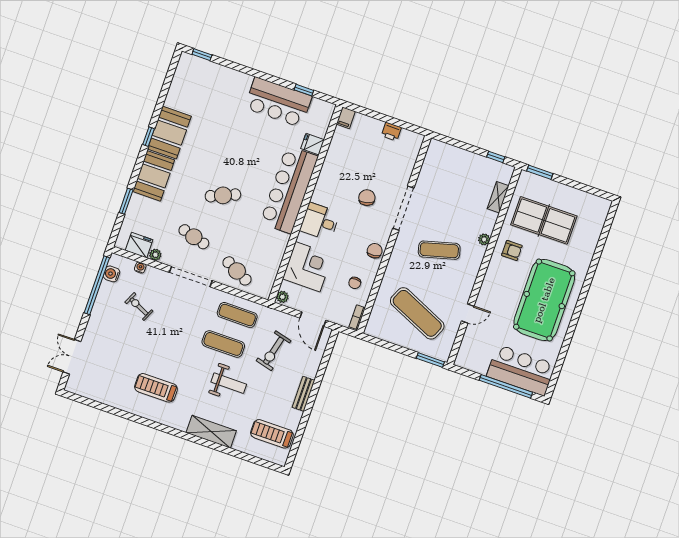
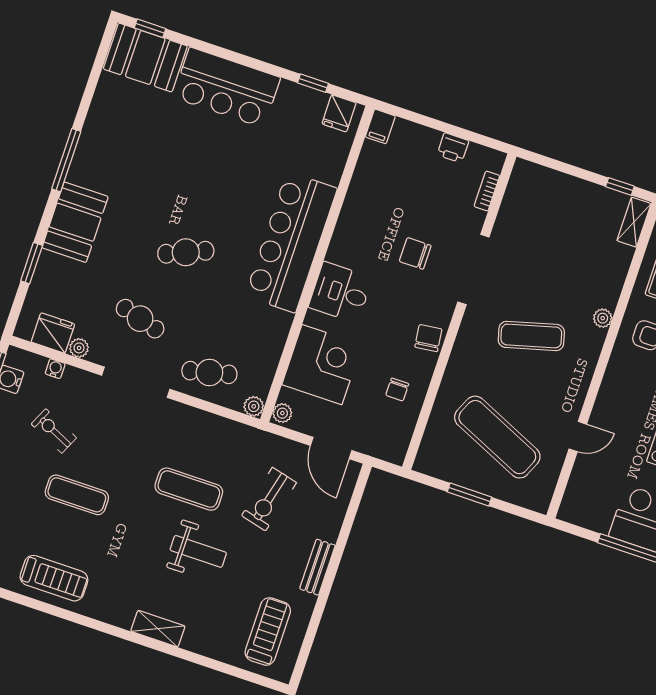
bar counter: (278, 102) -> (227, 87), moved
booth: (169, 133) -> (145, 57), moved, turned 90
window: (149, 137) -> (66, 160), width x2.17
fridge: (313, 144) -> (339, 113), moved, turned -90
shelving: (498, 197) -> (634, 222), moved
chair: (367, 198) -> (415, 253), turned -75
cafe table: (237, 271) -> (209, 373), turned -40
plant: (265, 292) -> (254, 406), added
exercise mat: (237, 315) -> (77, 495), moved
bookcase: (357, 317) -> (487, 191), moved
window: (430, 360) -> (469, 495), moved
treadmill: (156, 388) -> (54, 578), moved, turned 180
shelving: (211, 432) -> (158, 629), width x0.67, depth x0.75
treadmill: (272, 434) -> (268, 631), turned 90

